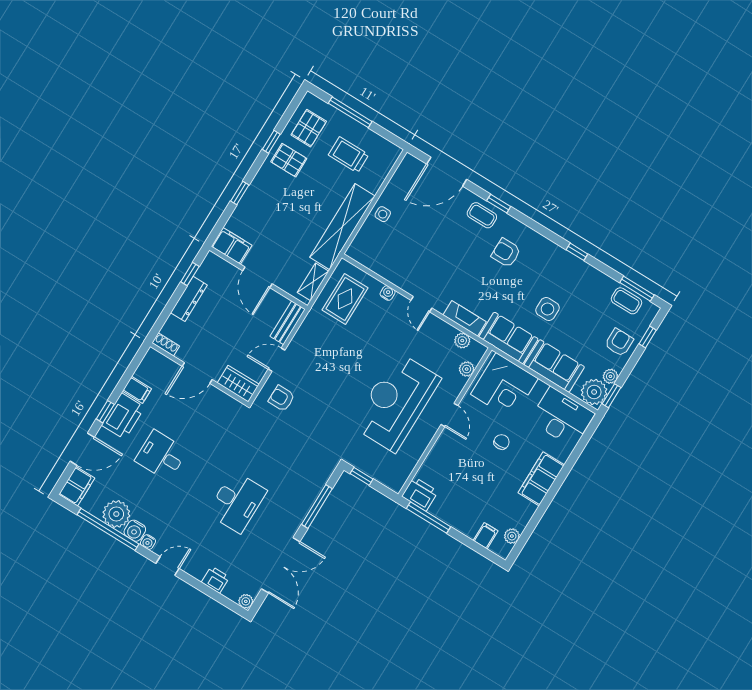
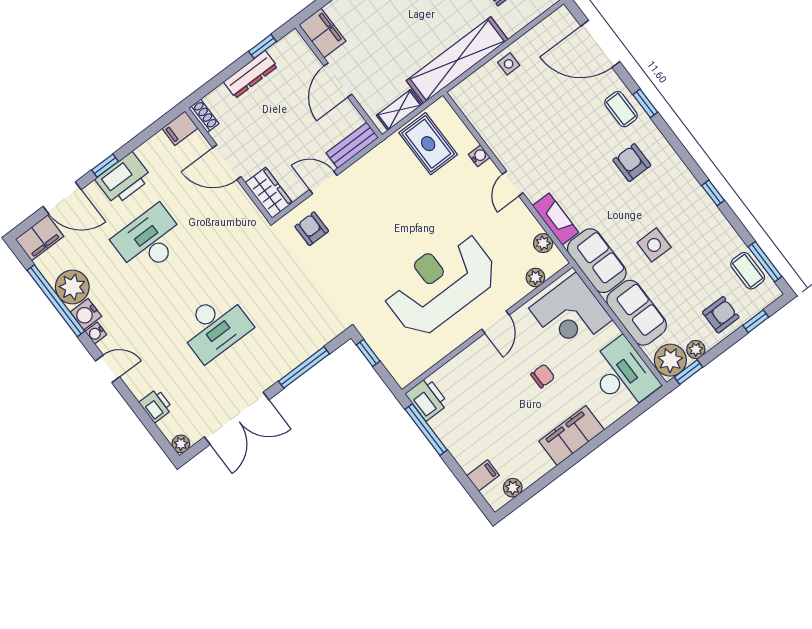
rug: (345, 299) -> (428, 144), turned 90
filing cabinet: (137, 390) -> (180, 128), moved, turned 90
desk: (161, 455) -> (149, 240), width x1.37

